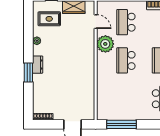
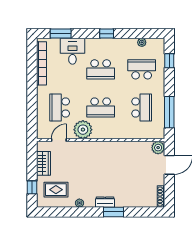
rug: (49, 19) -> (56, 190), turned 90
school desk: (126, 22) -> (60, 107), turned 90
school desk: (126, 99) -> (142, 107), added
plant: (88, 114) -> (158, 148), added

